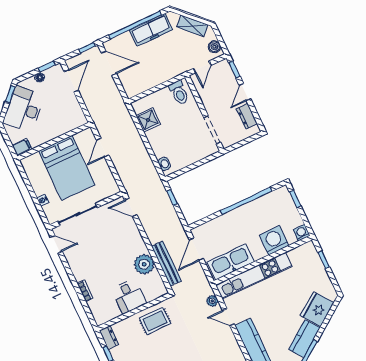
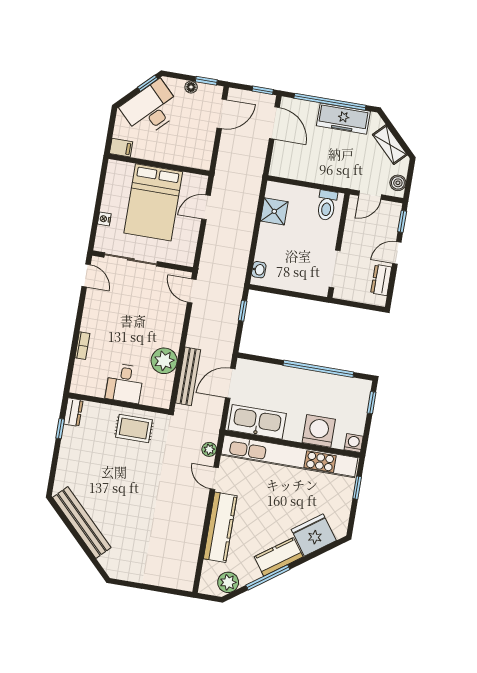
kitchen unit: (254, 276) -> (289, 456), width x1.36

